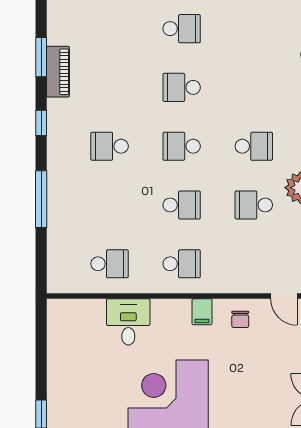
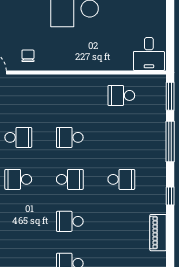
window: (41, 57) -> (170, 96), moved
school desk: (182, 87) -> (70, 221), turned 180
school desk: (182, 264) -> (70, 95), removed
filing cabinet: (202, 312) -> (55, 61), removed
desk: (128, 322) -> (149, 54), moved

